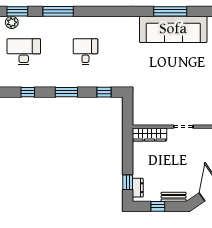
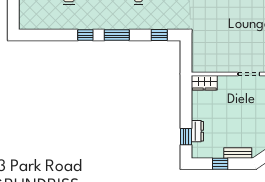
window: (28, 92) -> (85, 35), moved
wardrobe: (150, 134) -> (204, 83), width x0.67
dresser: (138, 188) -> (197, 131), moved

